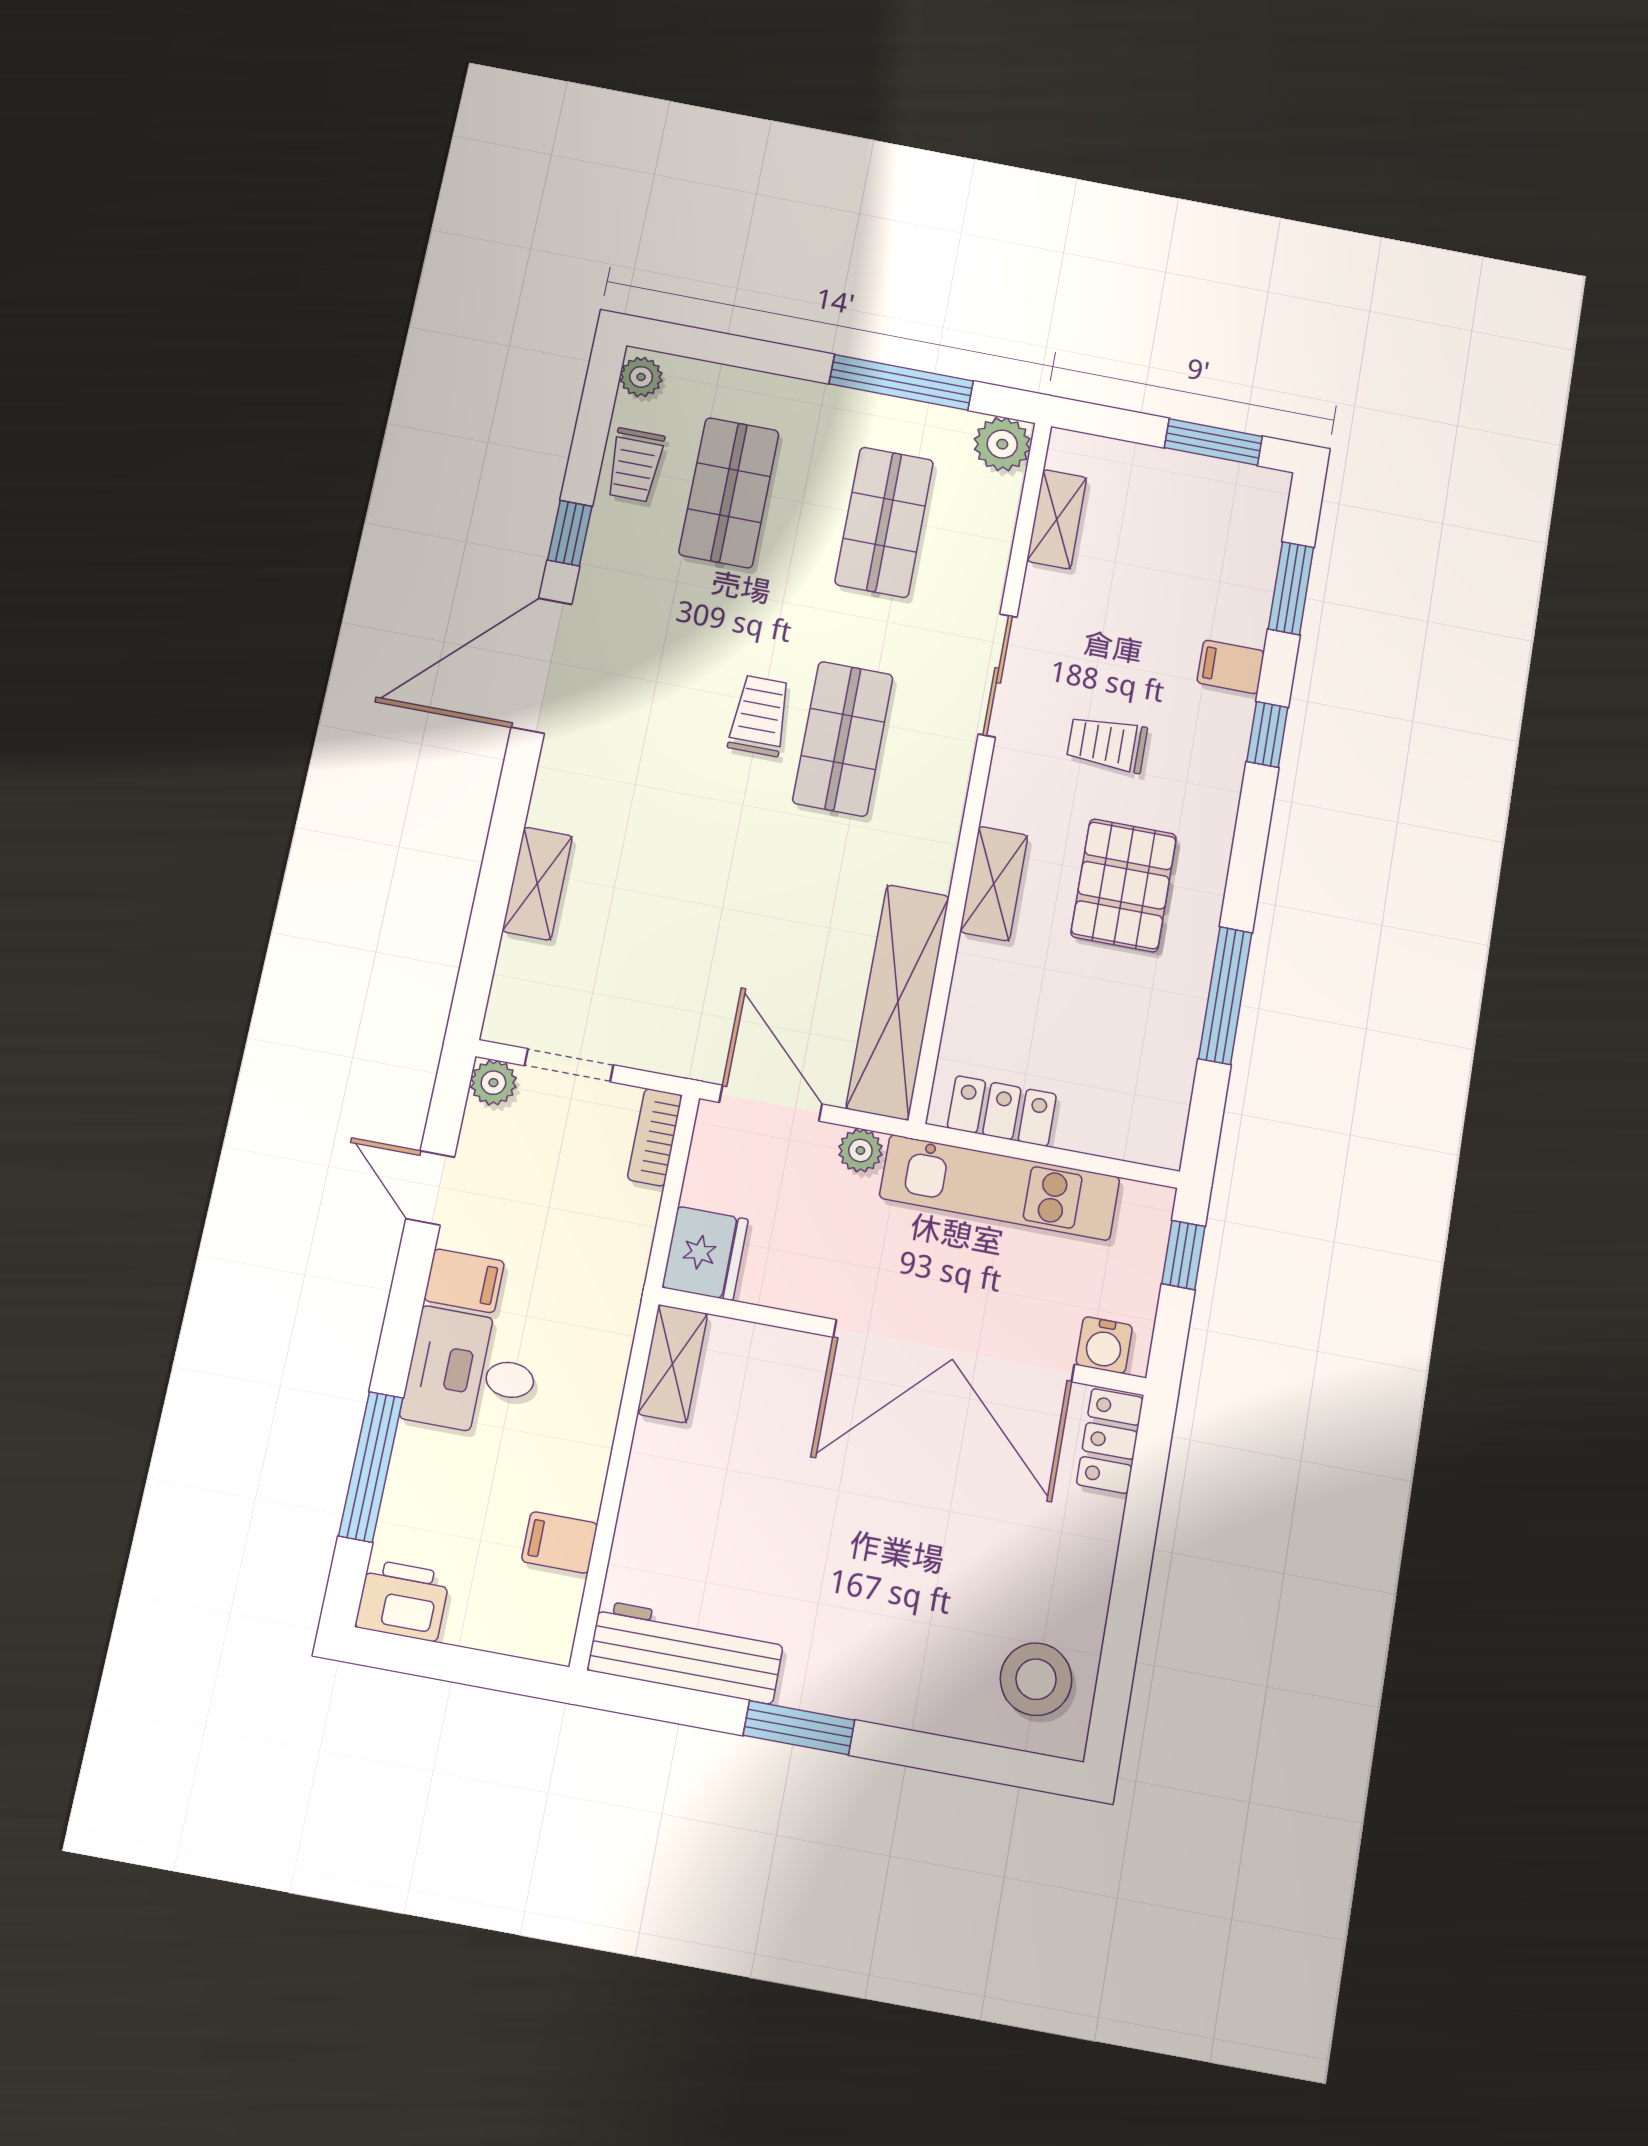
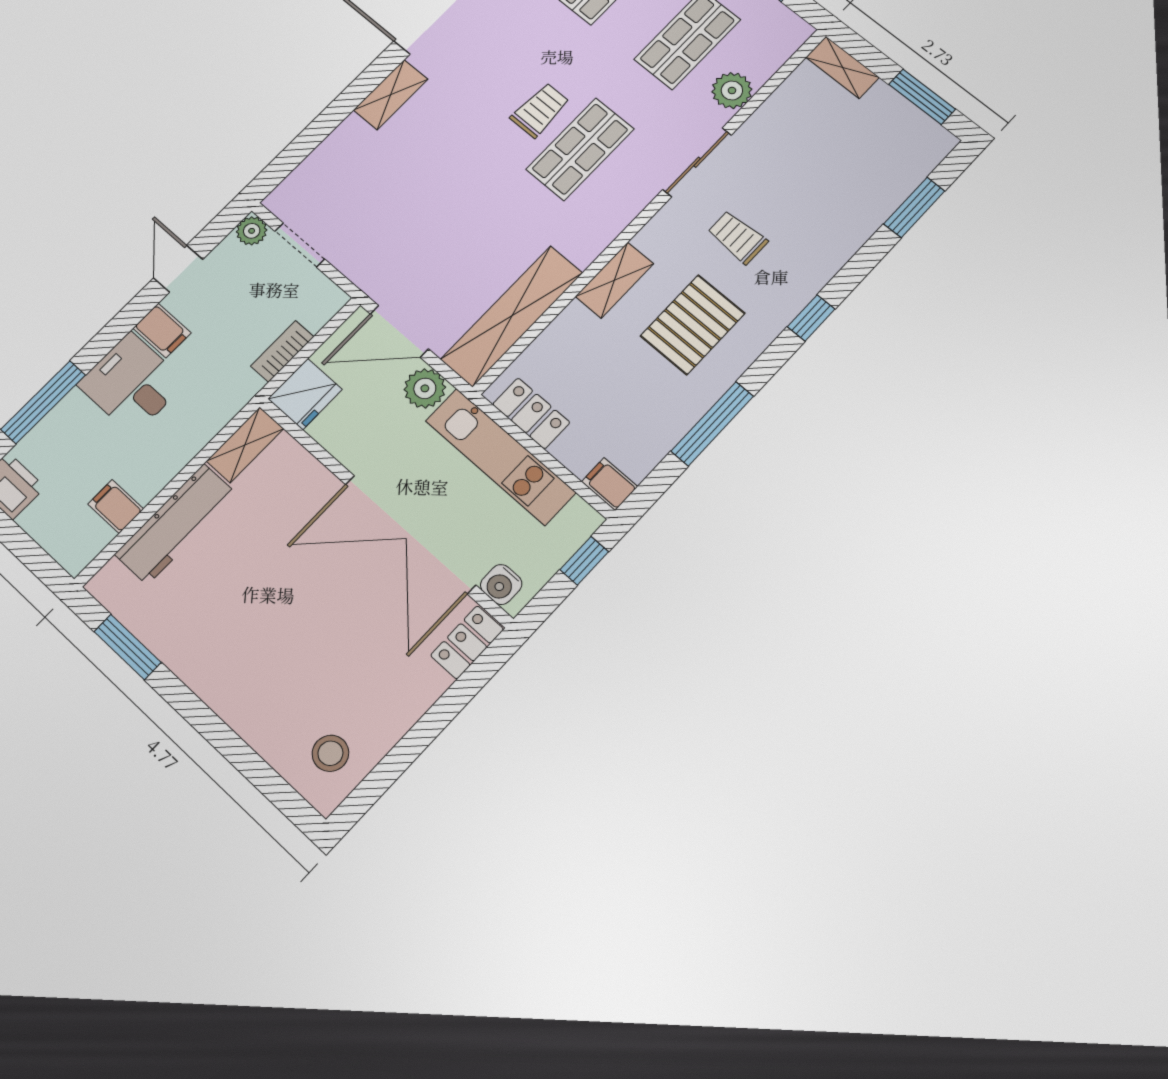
plant: (1002, 444) -> (732, 90), moved
shelving: (1057, 519) -> (842, 67), moved, turned 90
filing cabinet: (1231, 667) -> (610, 484), moved
window: (1267, 734) -> (811, 318), moved
shelving: (537, 884) -> (391, 95), moved
door: (771, 1103) -> (399, 331), swing flipped
bookcase: (655, 1137) -> (282, 351), moved
plant: (860, 1151) -> (425, 388), width x1.38, depth x1.38
workbench: (686, 1652) -> (176, 524), moved, turned 90
stool: (1036, 1679) -> (330, 753), width x0.73, depth x0.73
window: (799, 1728) -> (128, 647), moved

